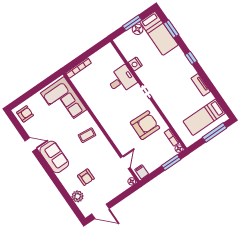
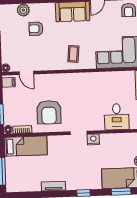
nightstand: (135, 64) -> (93, 139), moved
desk: (122, 80) -> (117, 117), moved
bed: (204, 117) -> (26, 146), moved, turned 90

